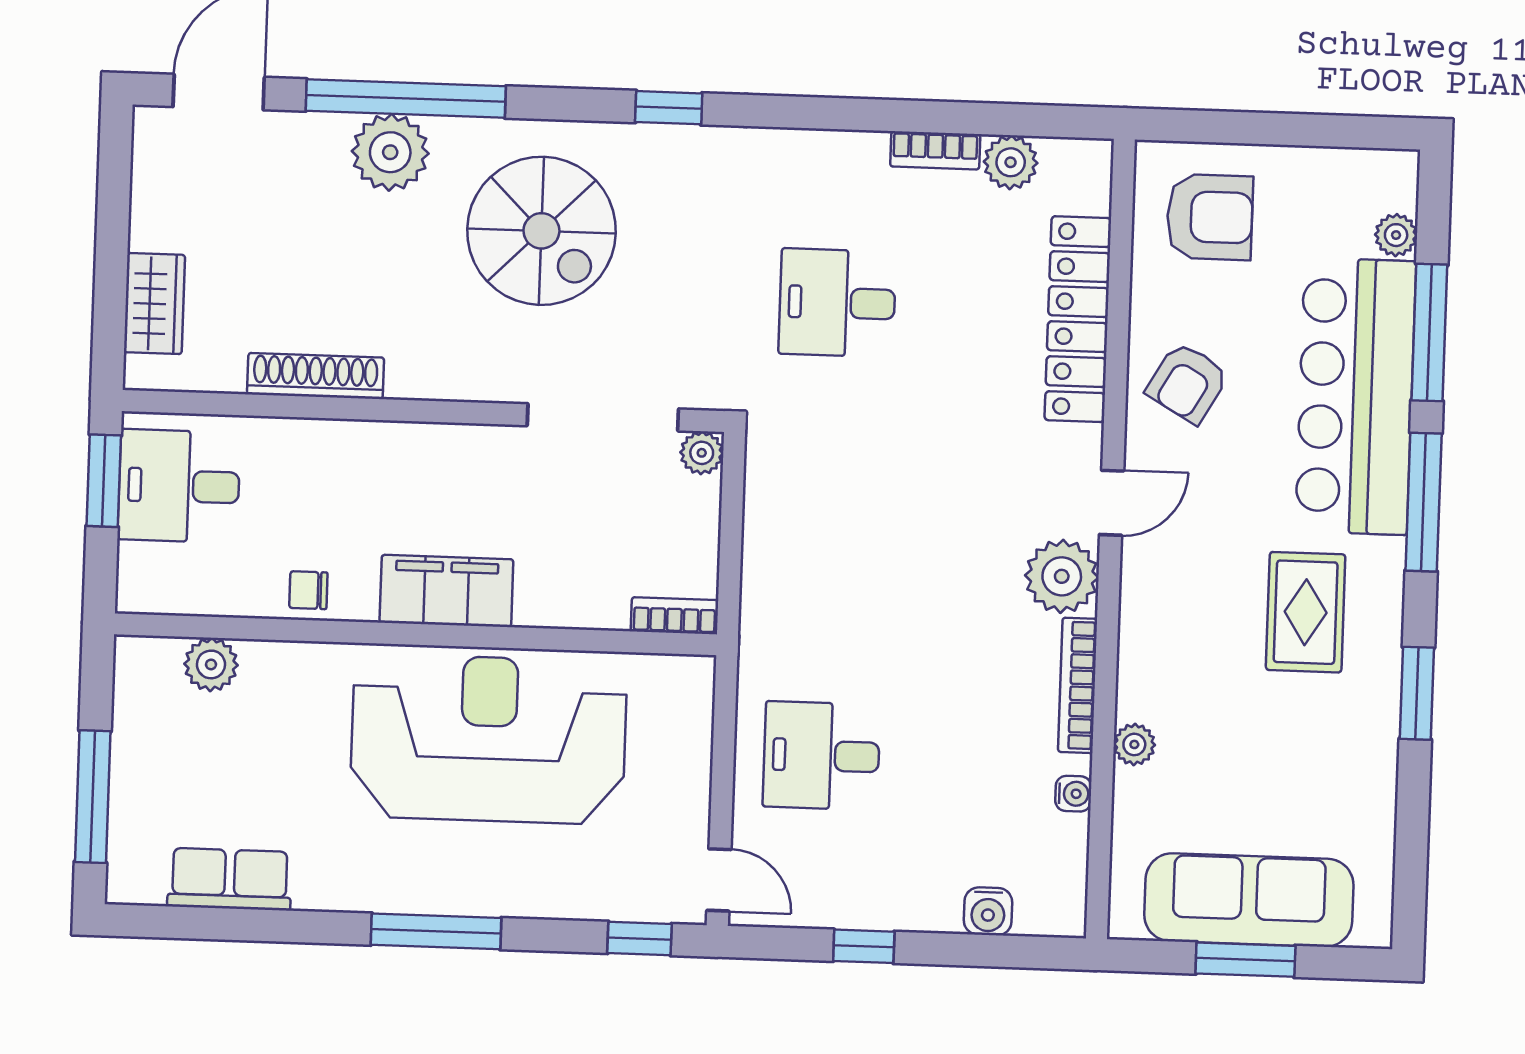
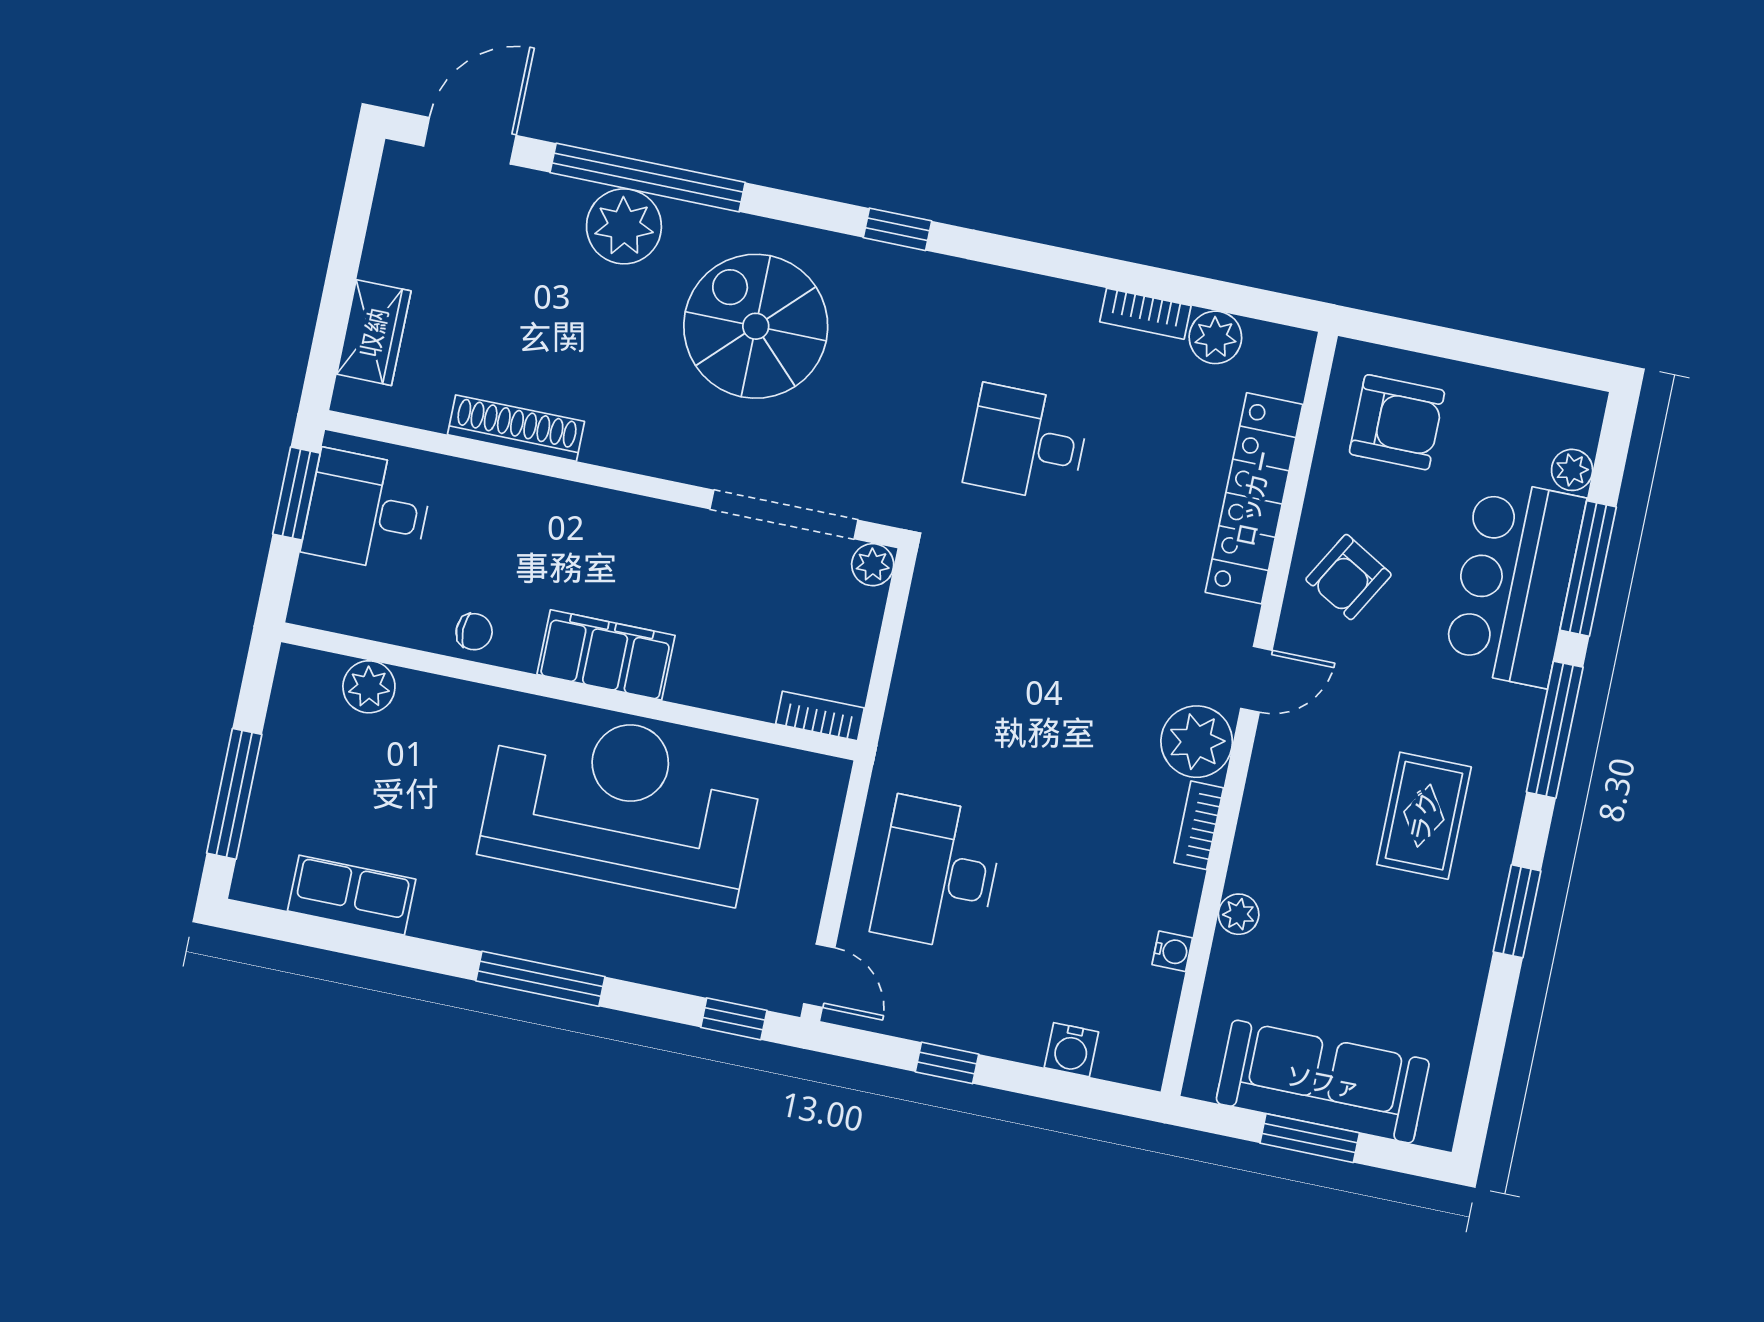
spiral stairs: (541, 231) -> (756, 326), turned 180
bar counter: (1356, 396) -> (1514, 583), width x0.73
chair: (308, 590) -> (474, 632), turned 180
bookcase: (1078, 685) -> (1199, 825), width x0.64
desk: (821, 756) -> (938, 874), width x1.37

